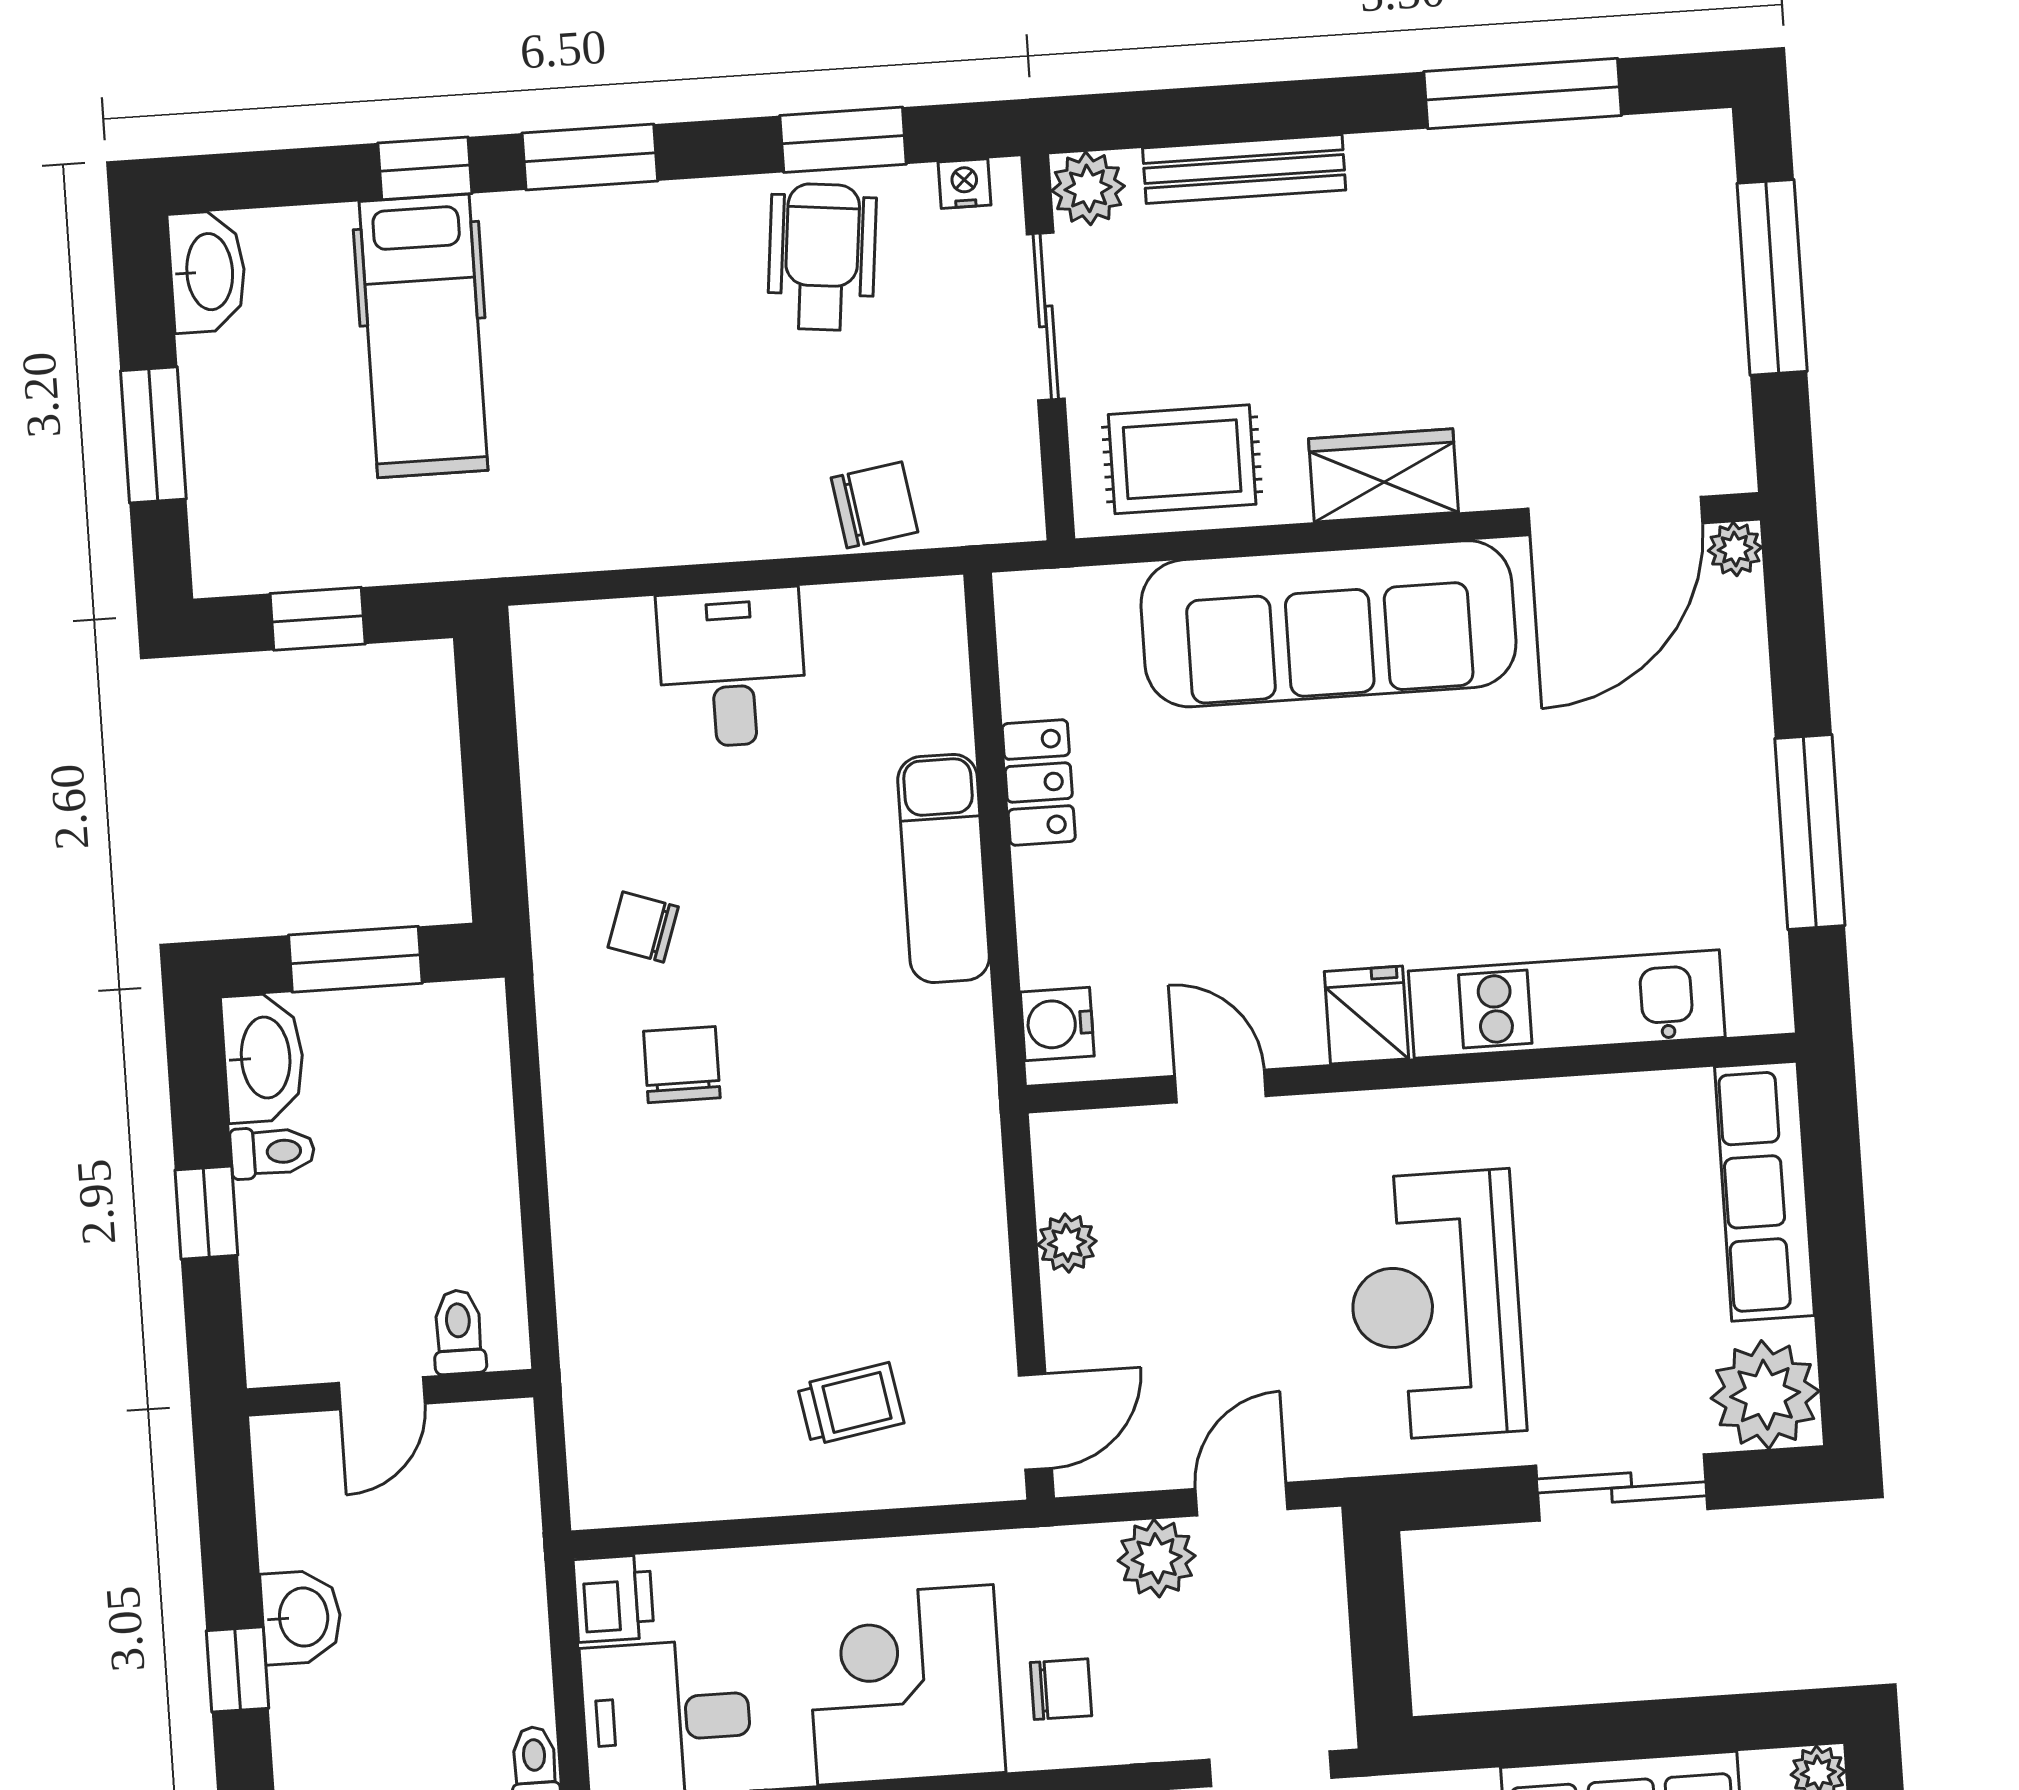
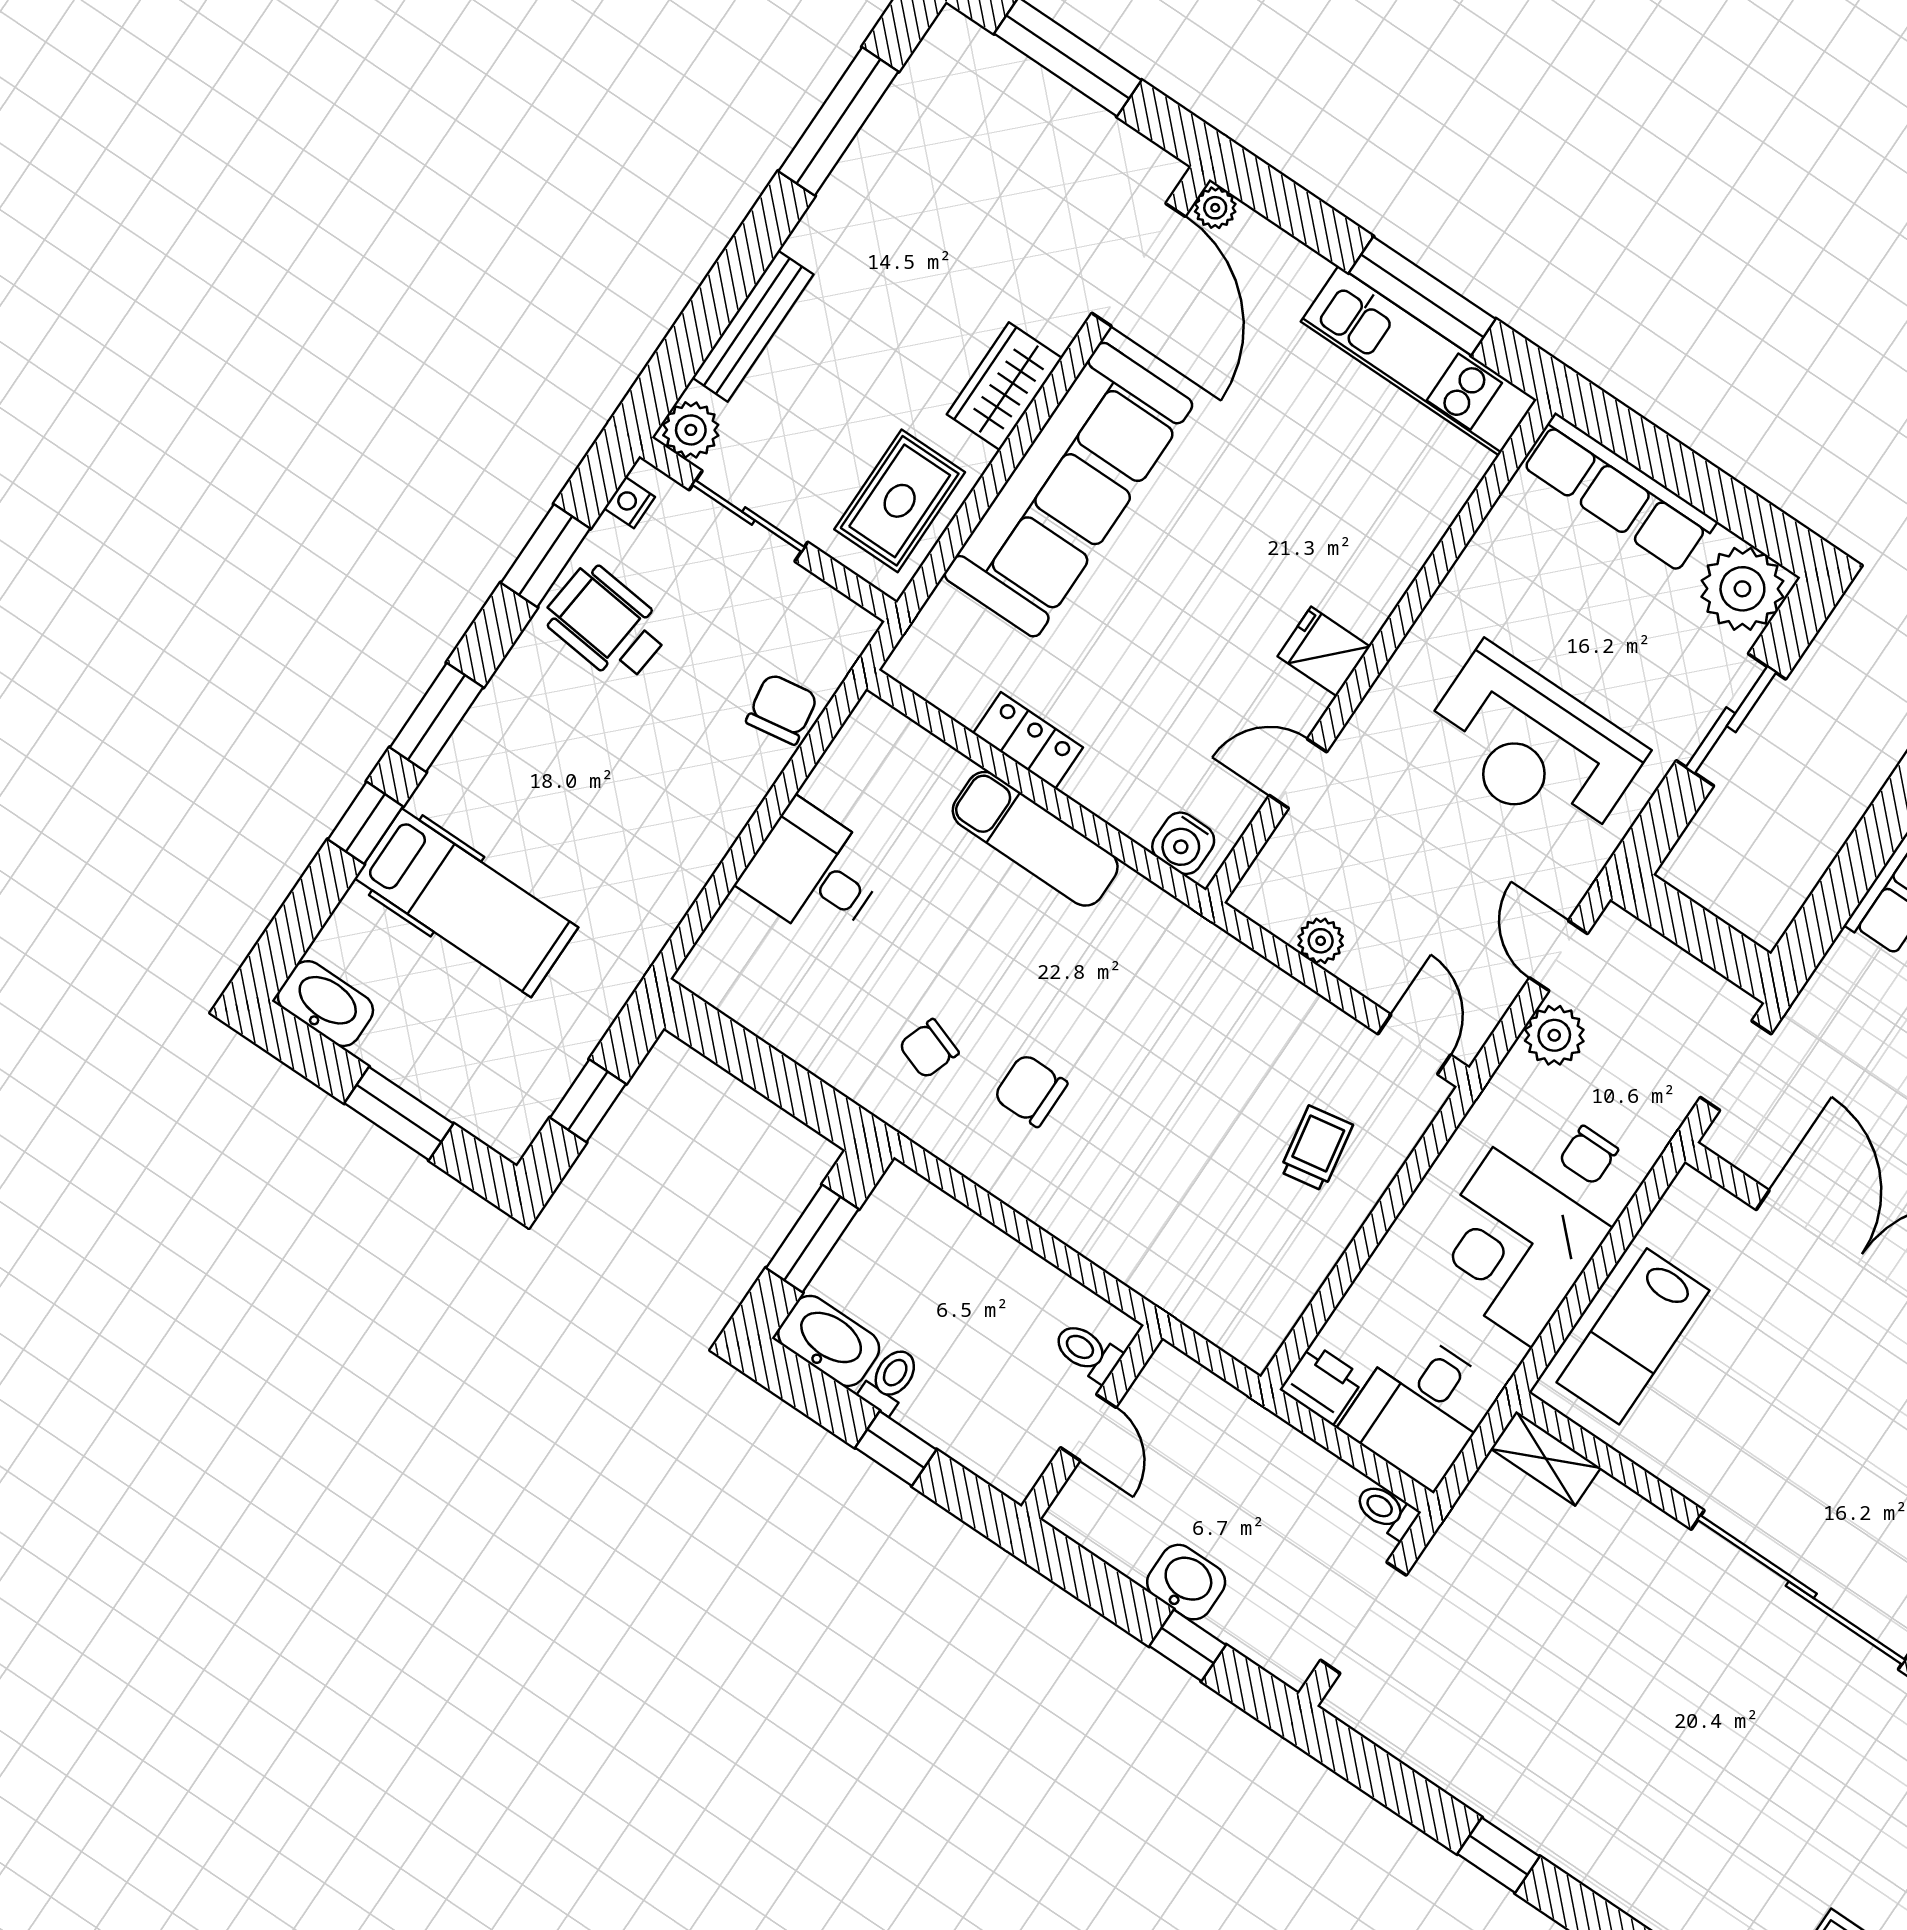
kitchen unit: (1567, 1004) -> (1419, 361), moved, turned -90
chair: (1061, 1689) -> (1589, 1155), turned 180

